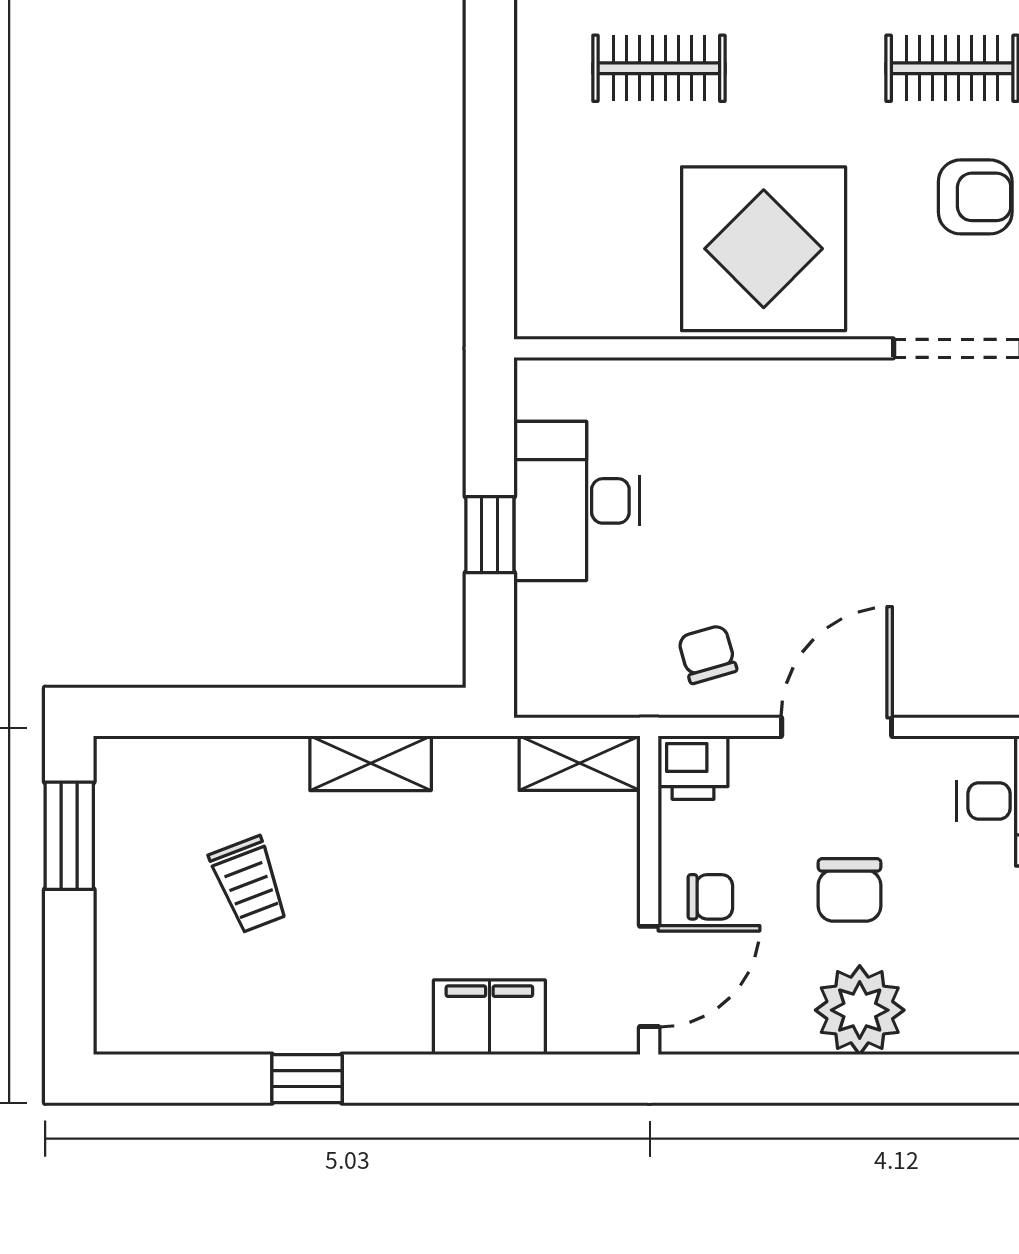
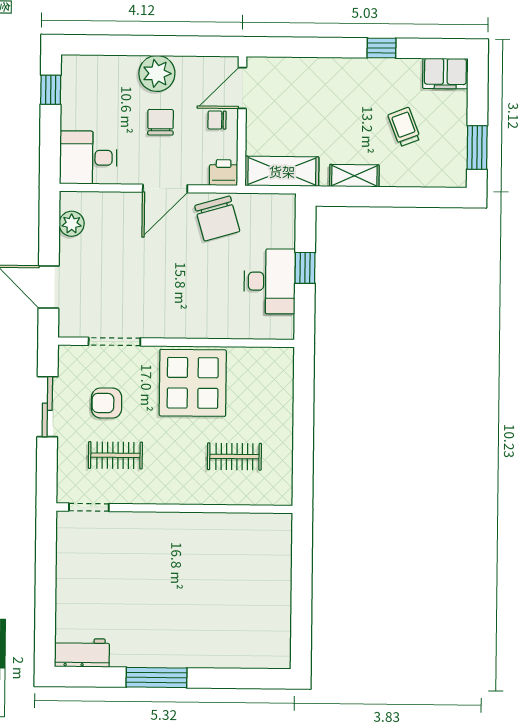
chair: (707, 654) -> (217, 219), width x1.87, depth x1.87
shelving: (580, 763) -> (282, 171), width x1.50, depth x1.33
filing cabinet: (489, 1017) -> (445, 74), moved

